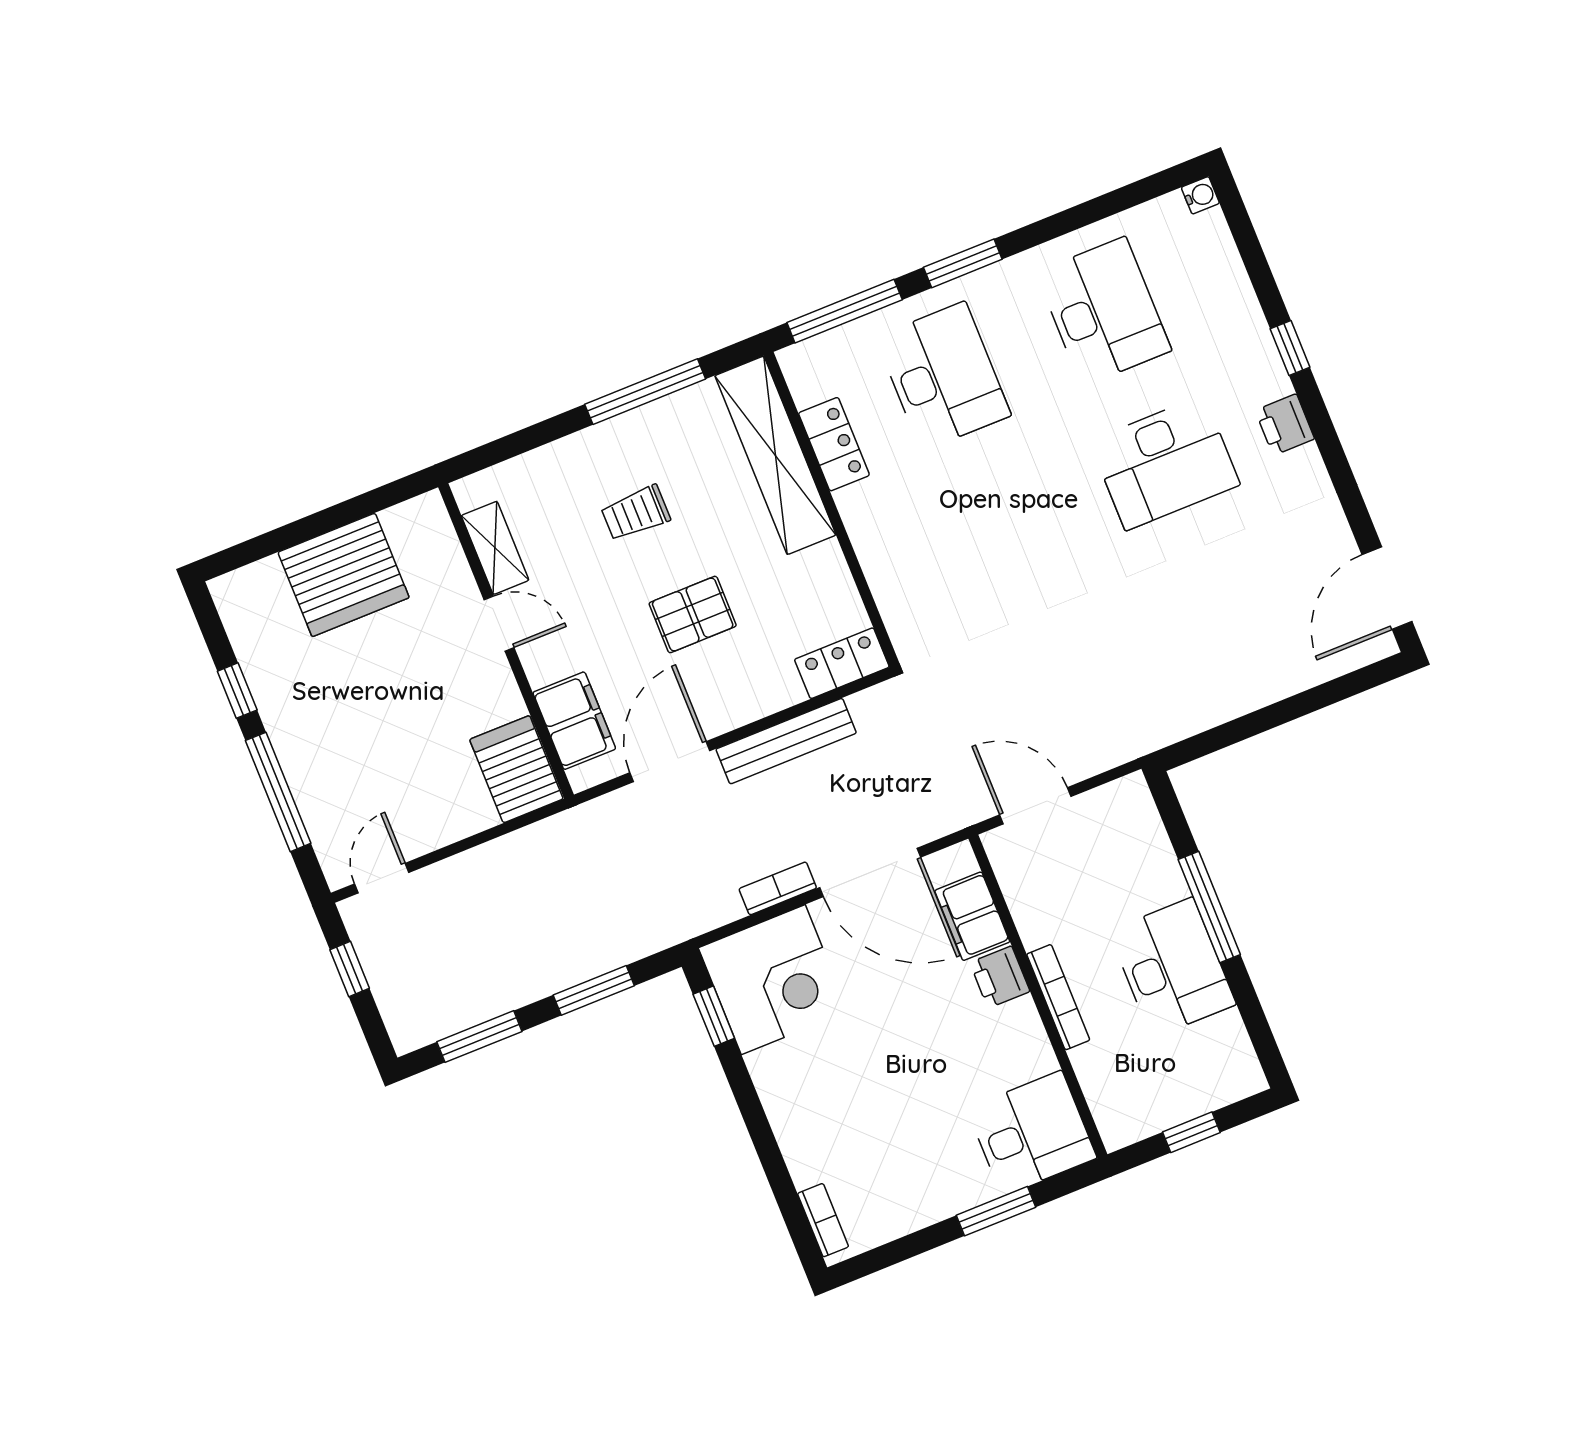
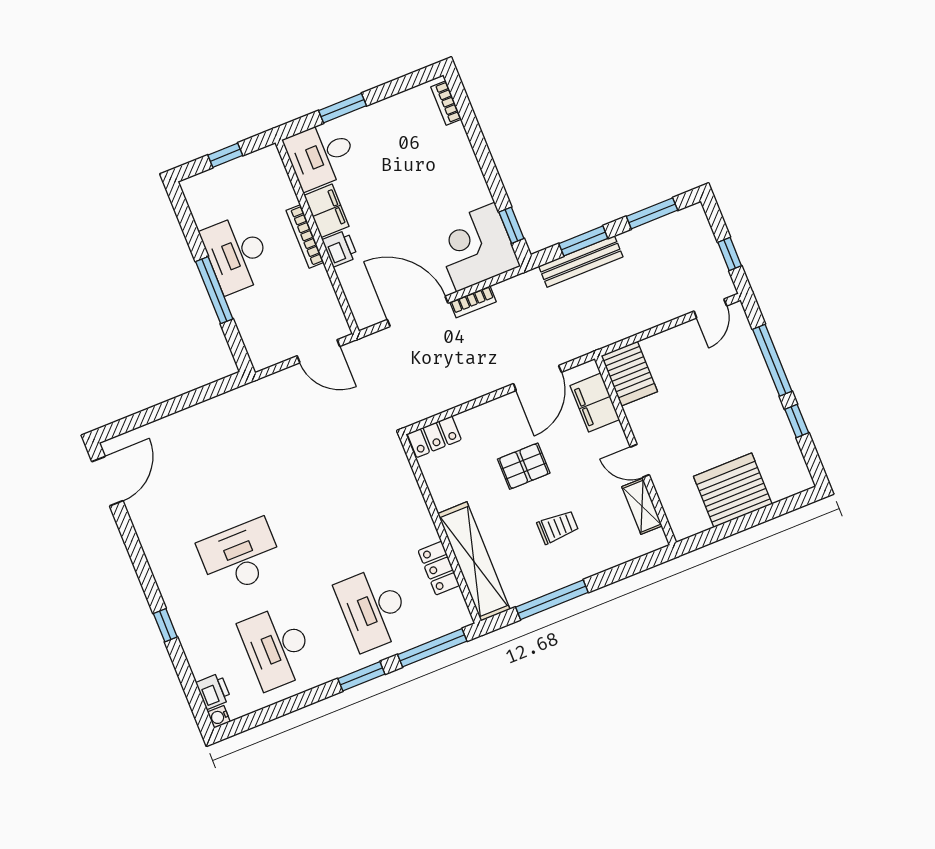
printer: (1285, 425) -> (213, 691), moved
bench: (786, 741) -> (581, 261), moved
filing cabinet: (972, 916) -> (327, 211), moved

